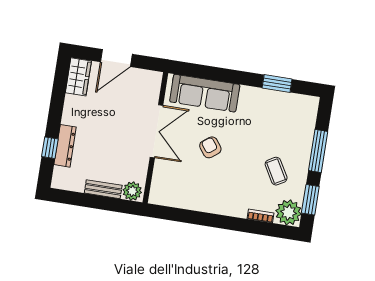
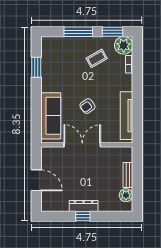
wardrobe: (78, 77) -> (53, 204), removed
dresser: (65, 146) -> (84, 206), moved
window: (50, 148) -> (83, 216), moved
plant: (132, 191) -> (126, 195), moved
tv unit: (188, 201) -> (126, 116), added

